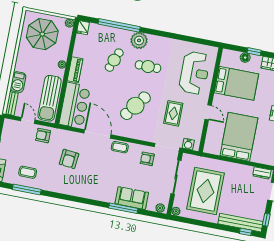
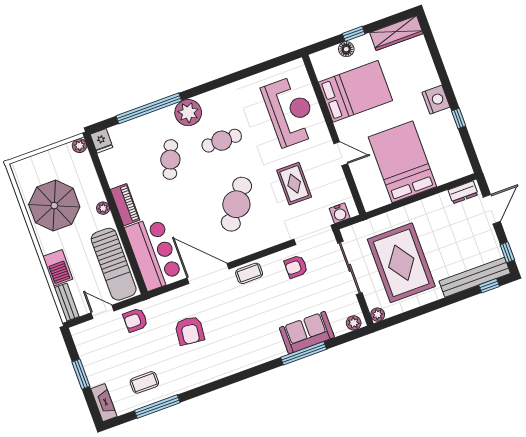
parasol: (42, 34) -> (54, 206), moved

